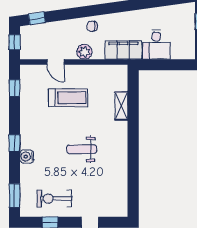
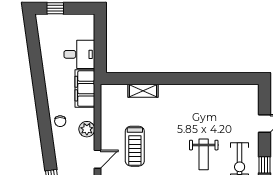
treadmill: (68, 98) -> (135, 146), turned 180
weight bench: (82, 149) -> (204, 154), moved

